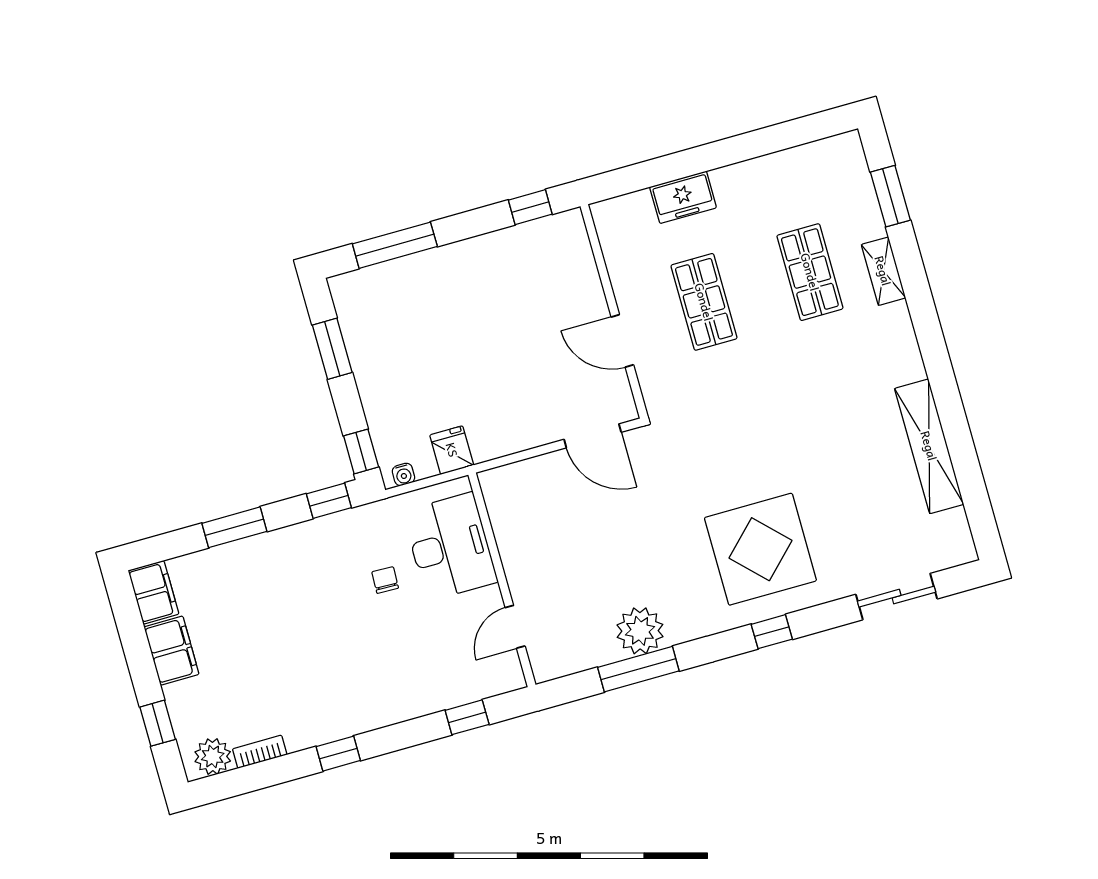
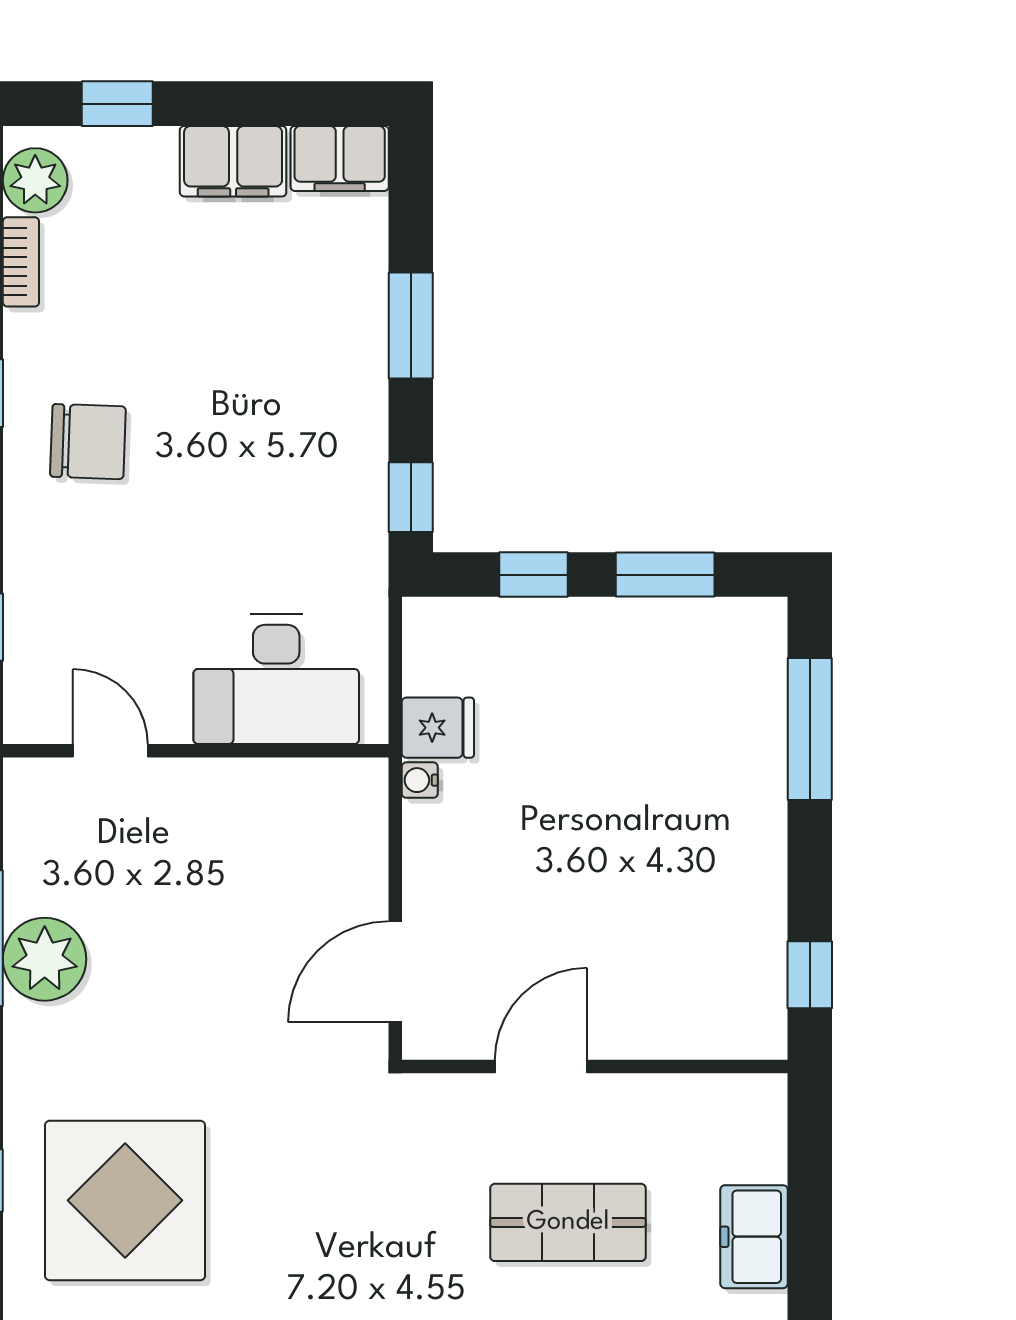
window: (361, 451) -> (533, 575), moved
water cooler: (403, 474) -> (420, 780), moved
chair: (385, 580) -> (88, 442), moved, width x1.87, depth x1.87

